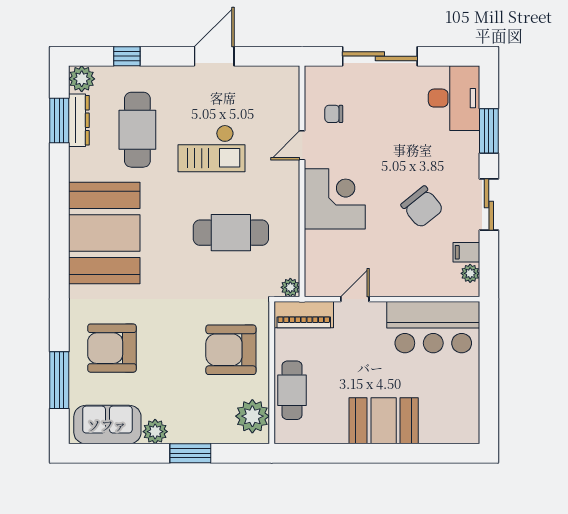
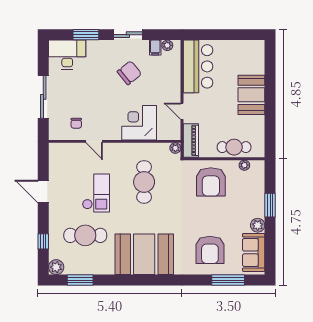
dresser: (79, 120) -> (80, 269), removed
corner desk: (335, 199) -> (139, 123), moved
plant: (252, 416) -> (244, 165), width x0.53, depth x0.53

